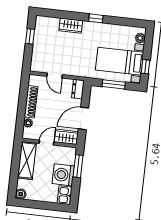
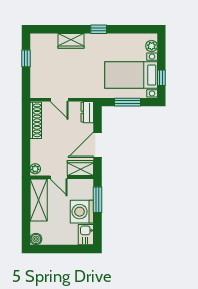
shoe rack: (31, 102) -> (36, 120), moved
plant: (28, 123) -> (35, 169), moved
door: (46, 143) -> (59, 177), swing flipped

